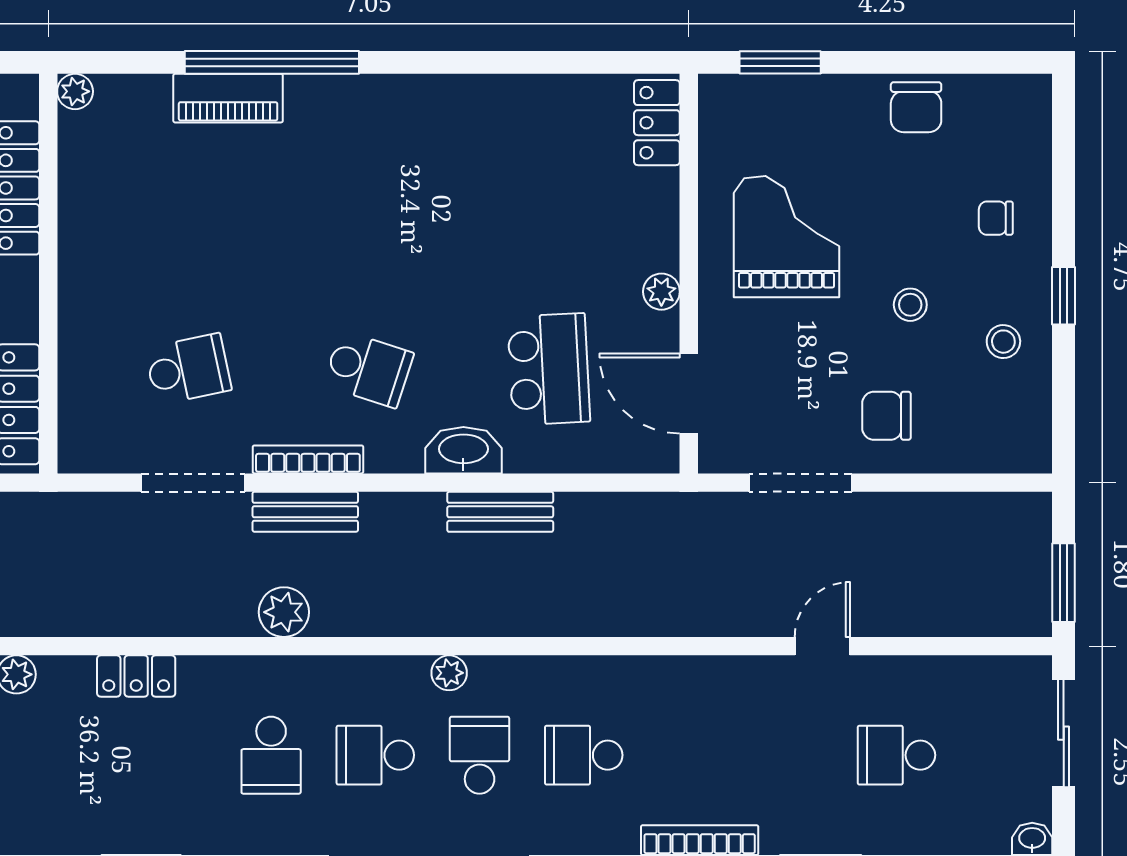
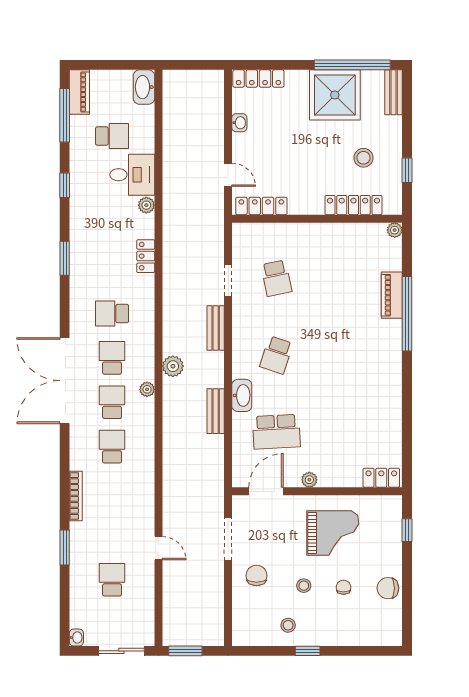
window: (780, 62) -> (407, 530), width x0.67
chair: (996, 218) -> (343, 587), moved
bookcase: (308, 459) -> (238, 329), removed
doorway: (193, 483) -> (228, 280), width x0.73
plant: (284, 612) -> (173, 366), moved
school desk: (480, 755) -> (112, 402), turned -90

